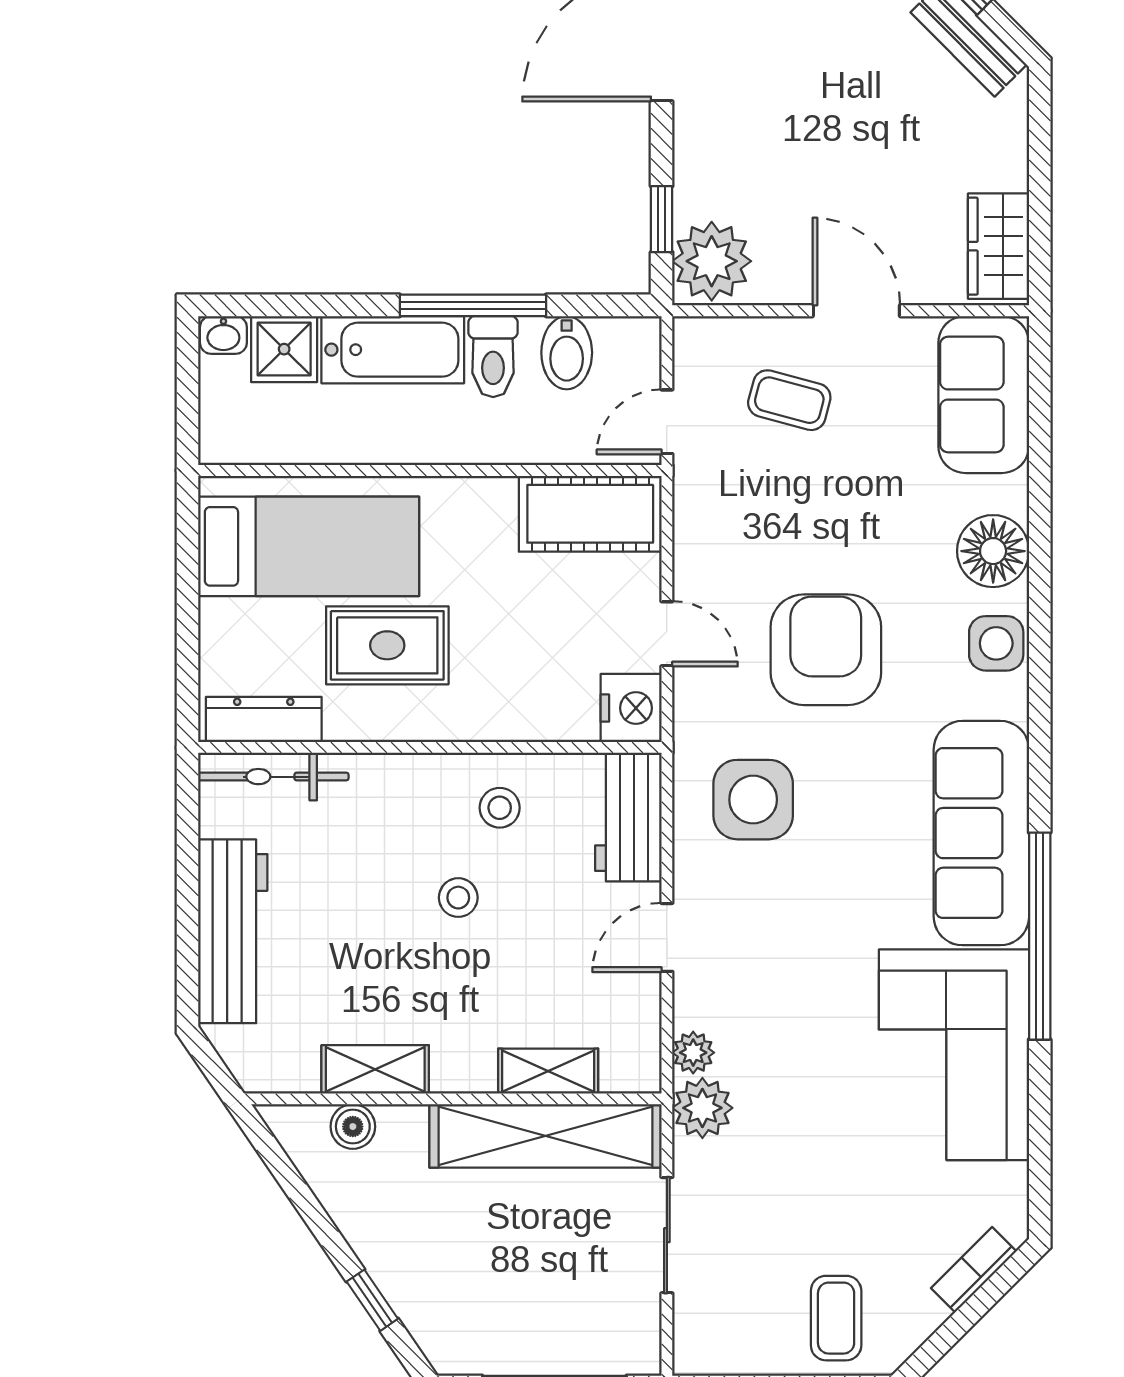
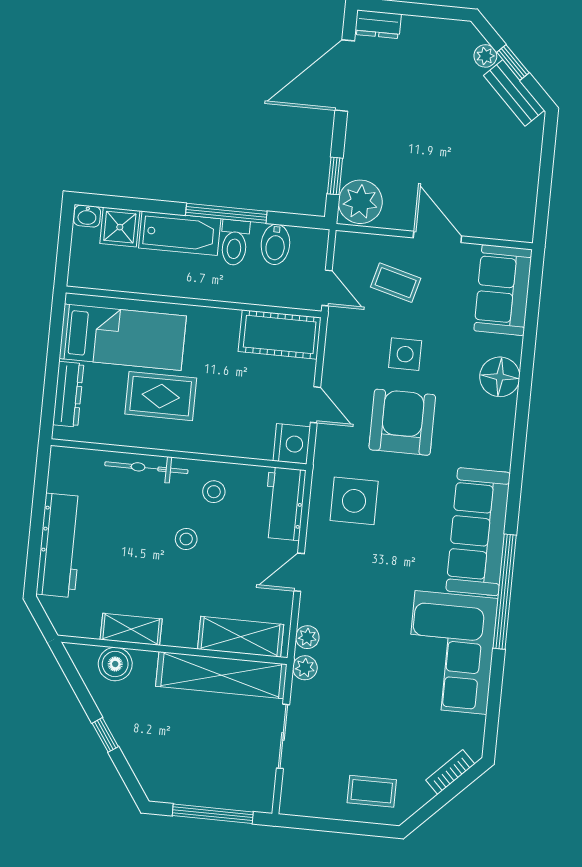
wardrobe: (998, 246) -> (519, 209), removed
door: (667, 422) -> (327, 288), swing flipped
side table: (996, 643) -> (405, 354), moved
dresser: (264, 719) -> (68, 394), moved, turned 90
bicycle: (273, 777) -> (146, 468), moved
shelving: (548, 1071) -> (241, 637), width x1.50, depth x1.33
plant: (702, 1108) -> (305, 668), width x0.73, depth x0.73
boiler: (353, 1127) -> (115, 664), width x1.36, depth x1.36
window: (372, 1300) -> (105, 735), moved
coffee table: (836, 1318) -> (372, 791), turned 90

